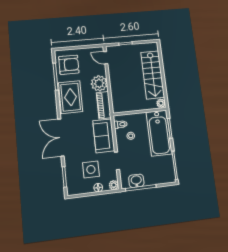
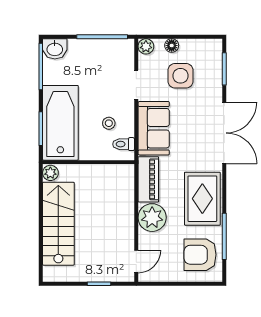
door: (106, 58) -> (136, 261), hinge flipped
washbasin: (136, 181) -> (55, 49), moved

